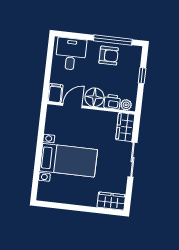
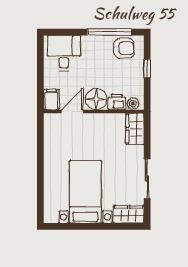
armchair: (109, 56) -> (124, 48), moved
bed with nightstands: (68, 160) -> (85, 192), moved, turned -90
sliding door: (132, 160) -> (147, 179), moved

